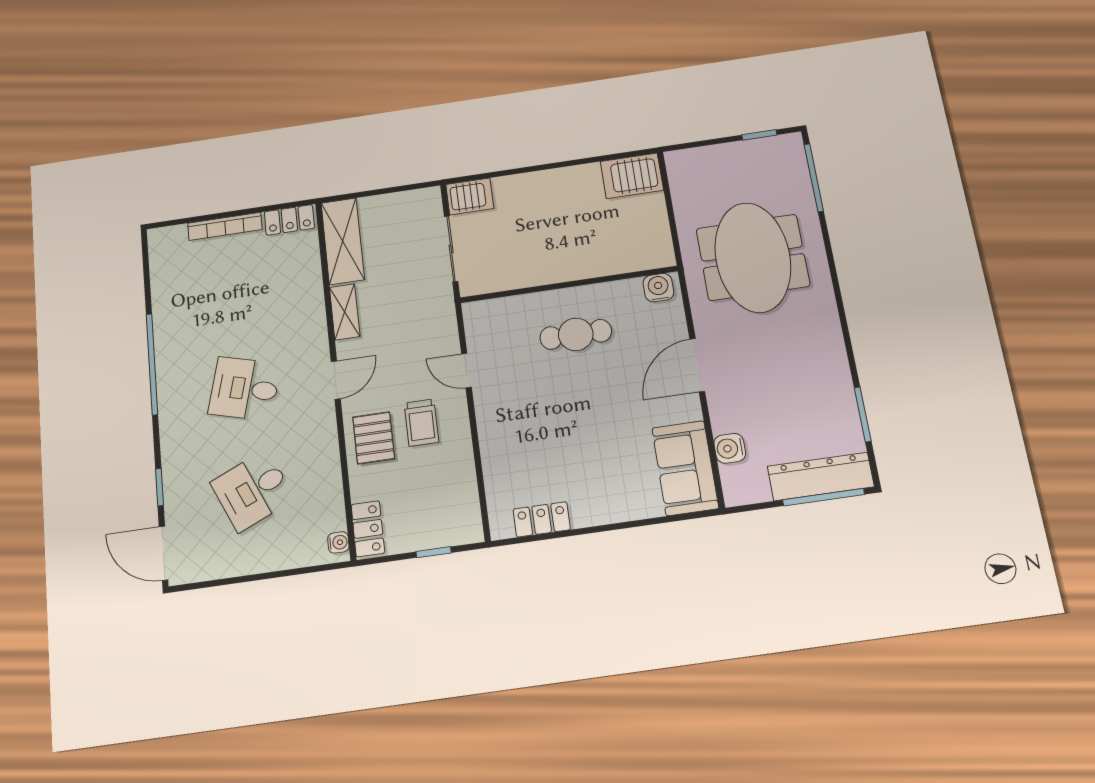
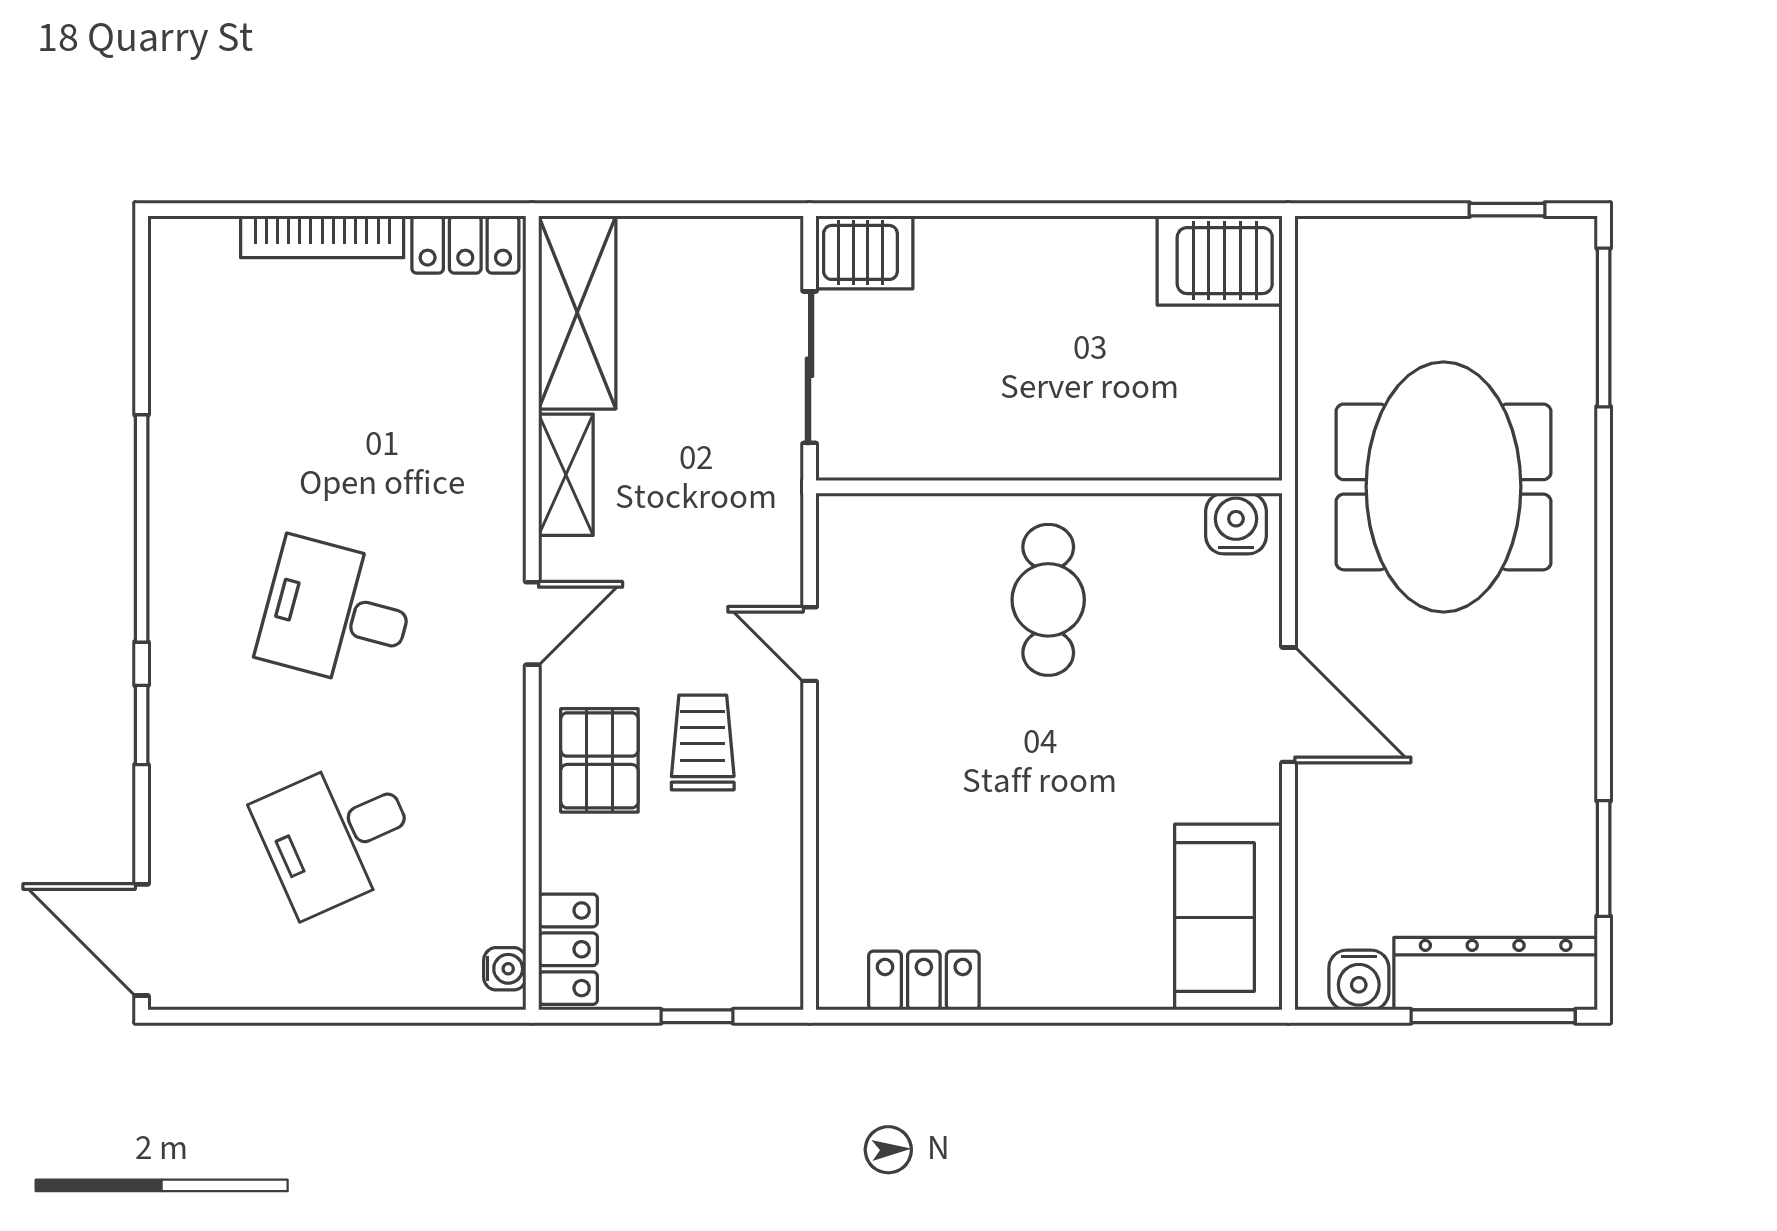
cafe table: (576, 334) -> (1048, 600), turned 90
door: (697, 365) -> (1289, 705), swing flipped
trolley: (421, 423) -> (703, 742), turned 180
water cooler: (730, 448) -> (1359, 980), moved, turned -90
window: (159, 487) -> (142, 725), moved

